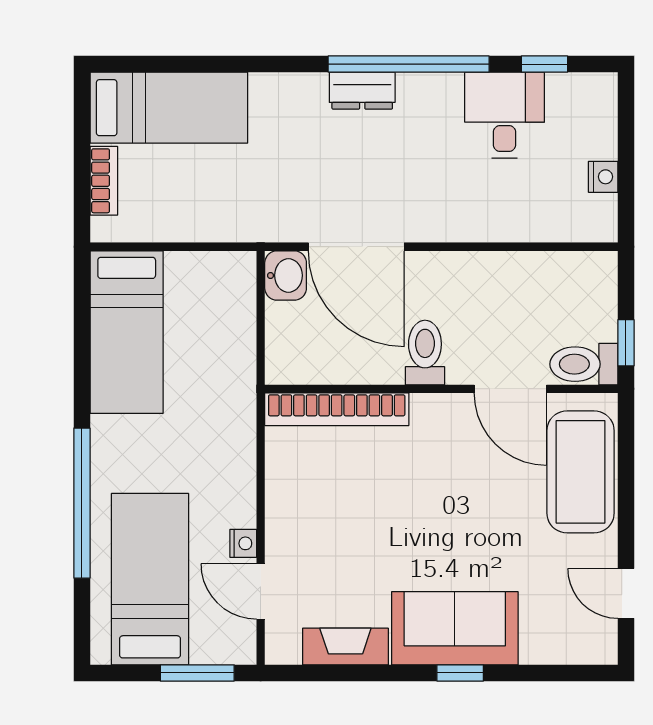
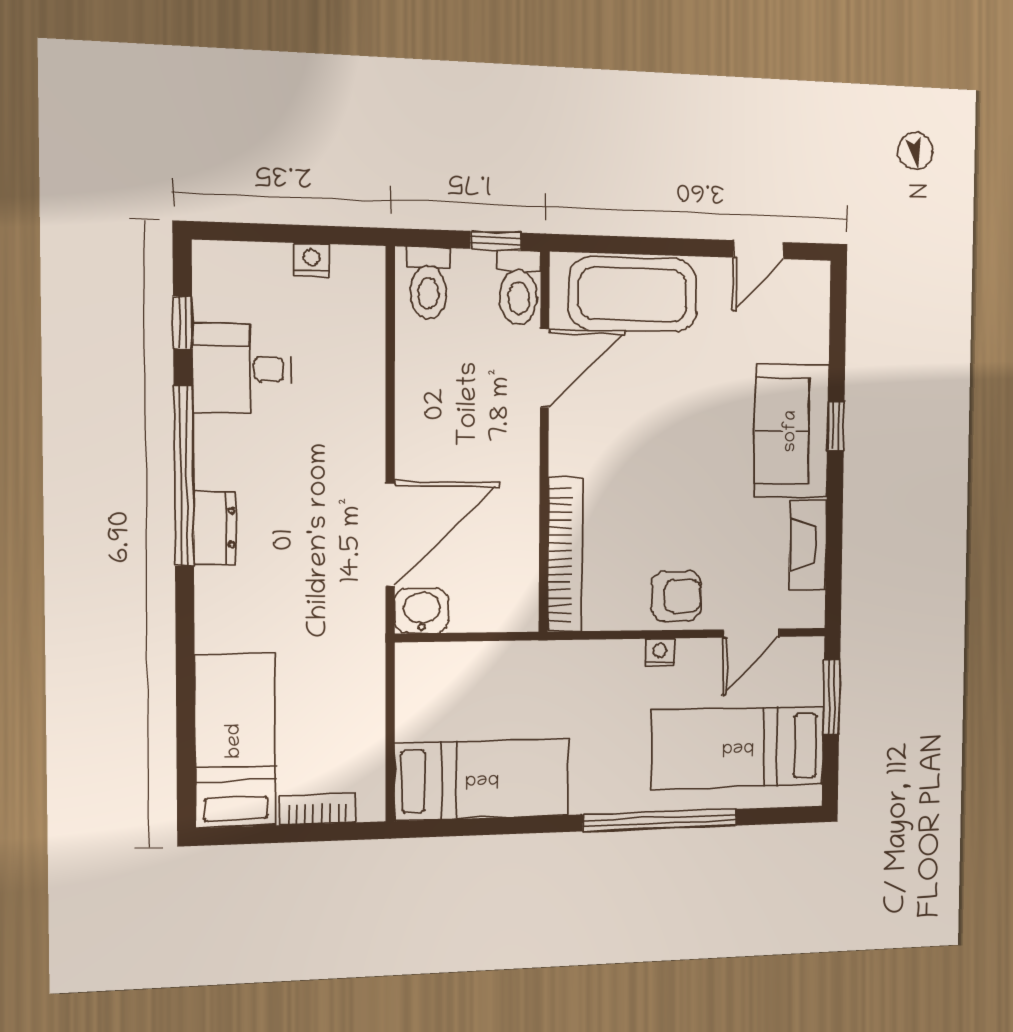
toilet: (425, 352) -> (428, 283), moved, turned -90
armchair: (297, 517) -> (676, 596), added
nightstand: (243, 543) -> (660, 653), moved

